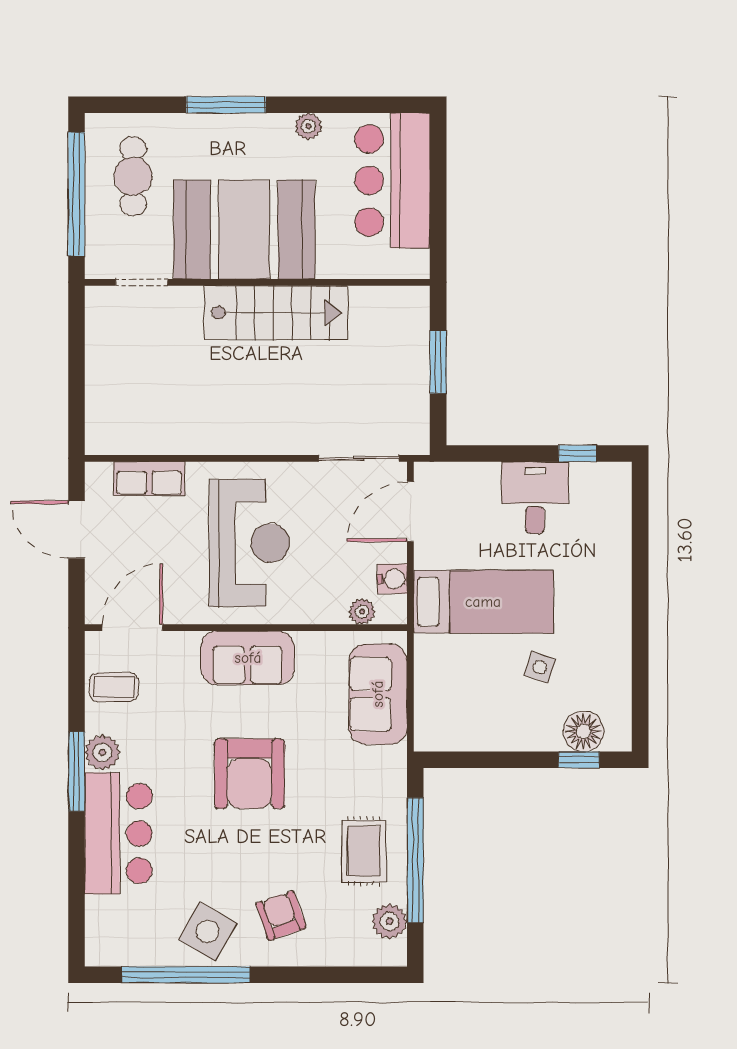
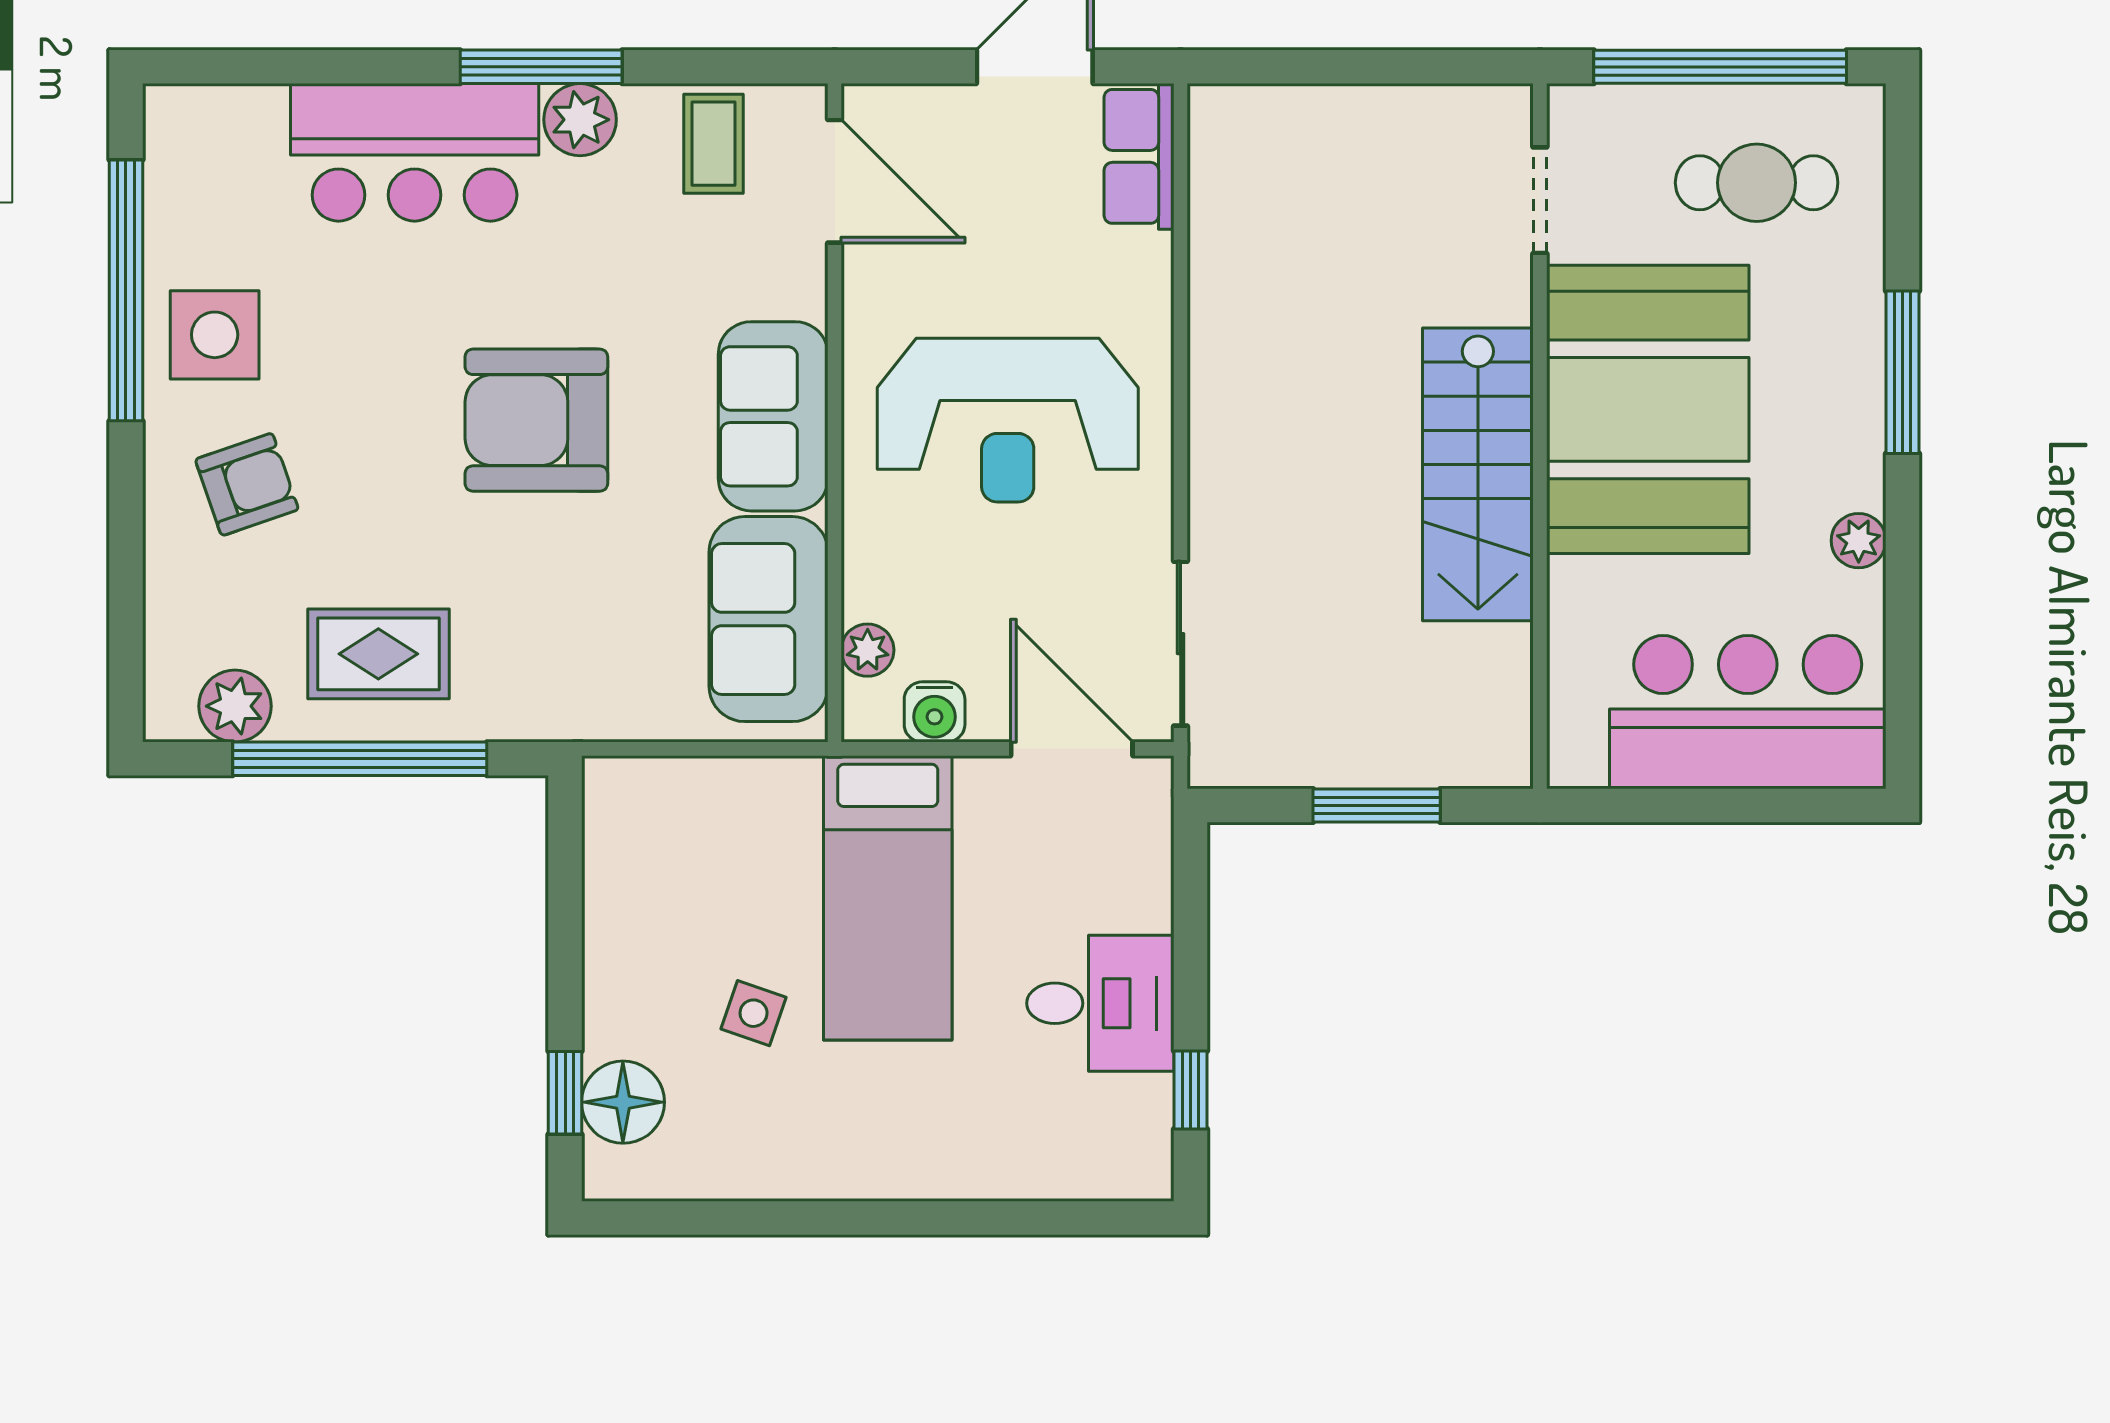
row of seats: (149, 479) -> (1139, 156), moved
sofa: (378, 694) -> (769, 619), moved, turned -90
side table: (208, 931) -> (215, 335), turned -30

